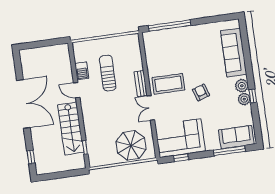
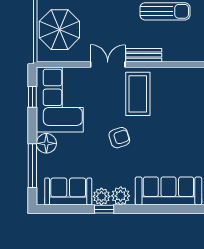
sofa: (236, 137) -> (68, 191), moved, turned -90
floor lamp: (212, 143) -> (46, 143), added

